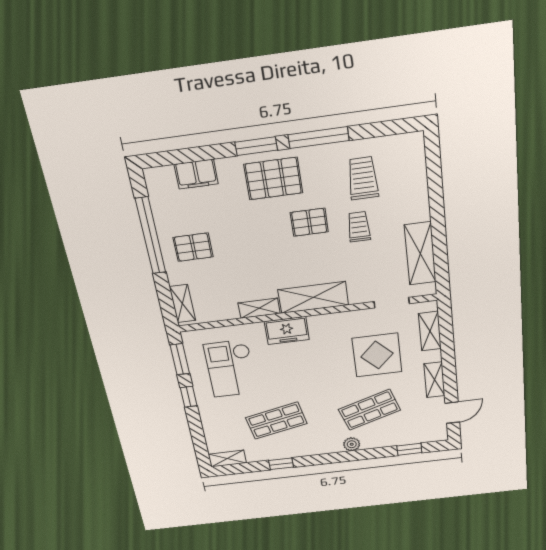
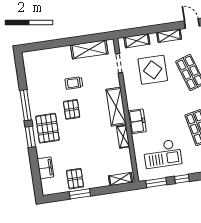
trolley: (363, 178) -> (47, 82), removed
window: (151, 236) -> (80, 194), width x0.47
pallet: (193, 247) -> (75, 179), moved

